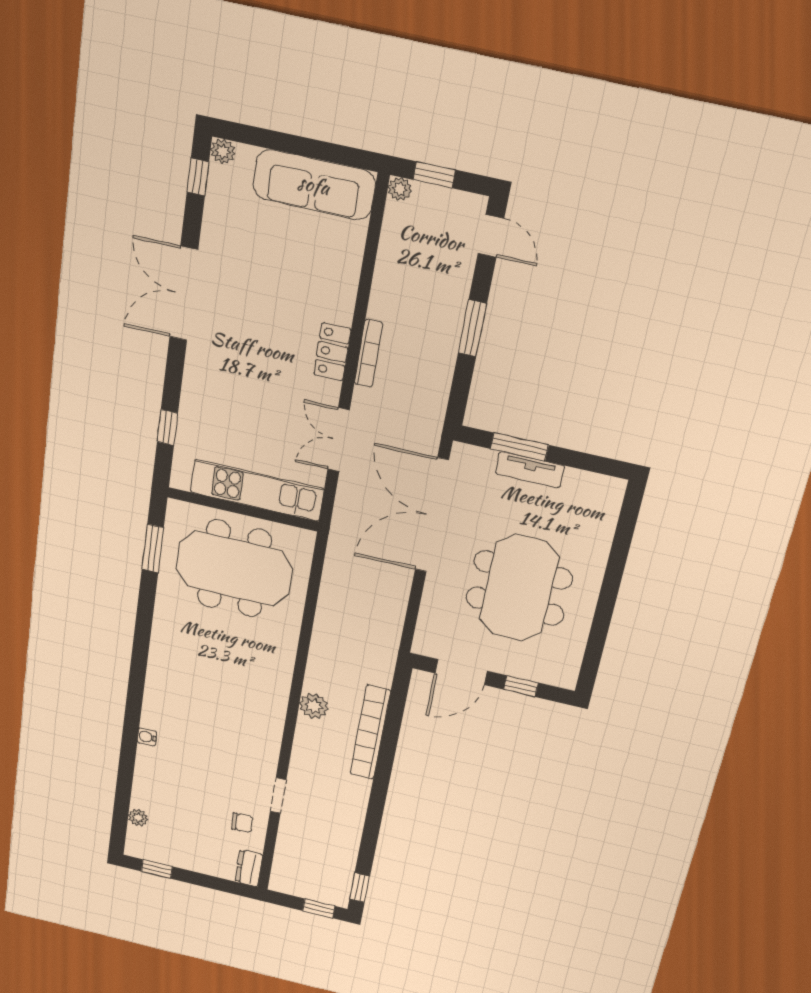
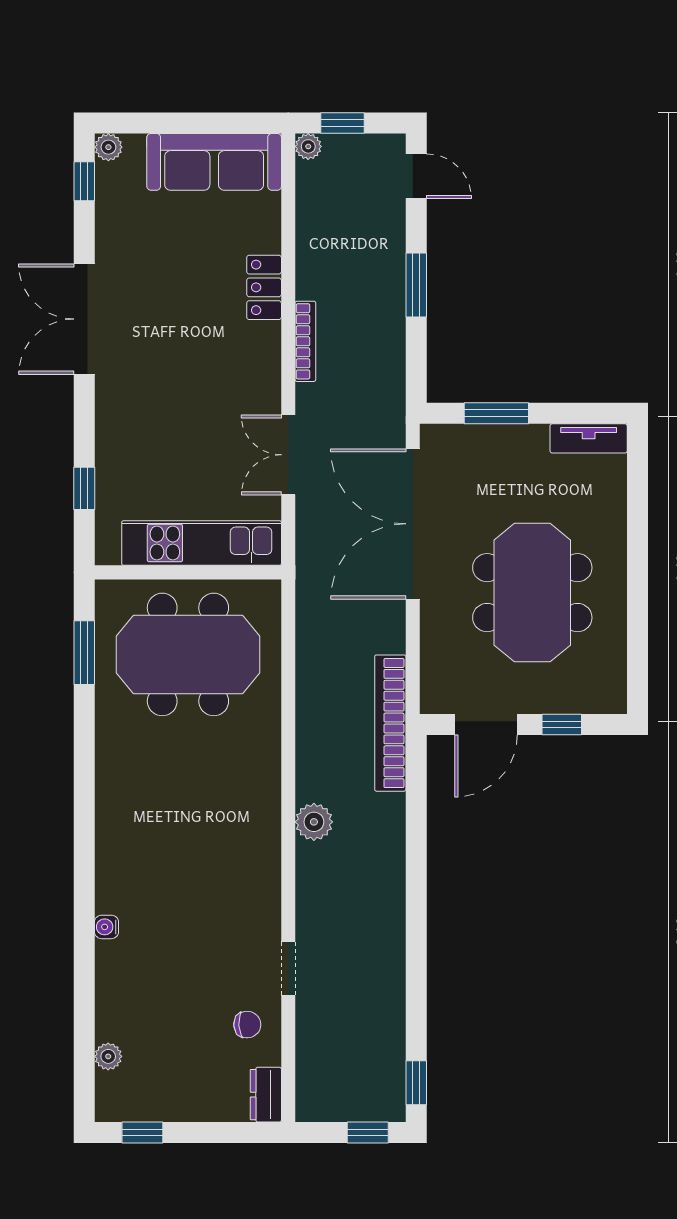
locker: (332, 352) -> (264, 287), moved
tv unit: (530, 470) -> (589, 438), moved
bookcase: (370, 732) -> (390, 723), moved

